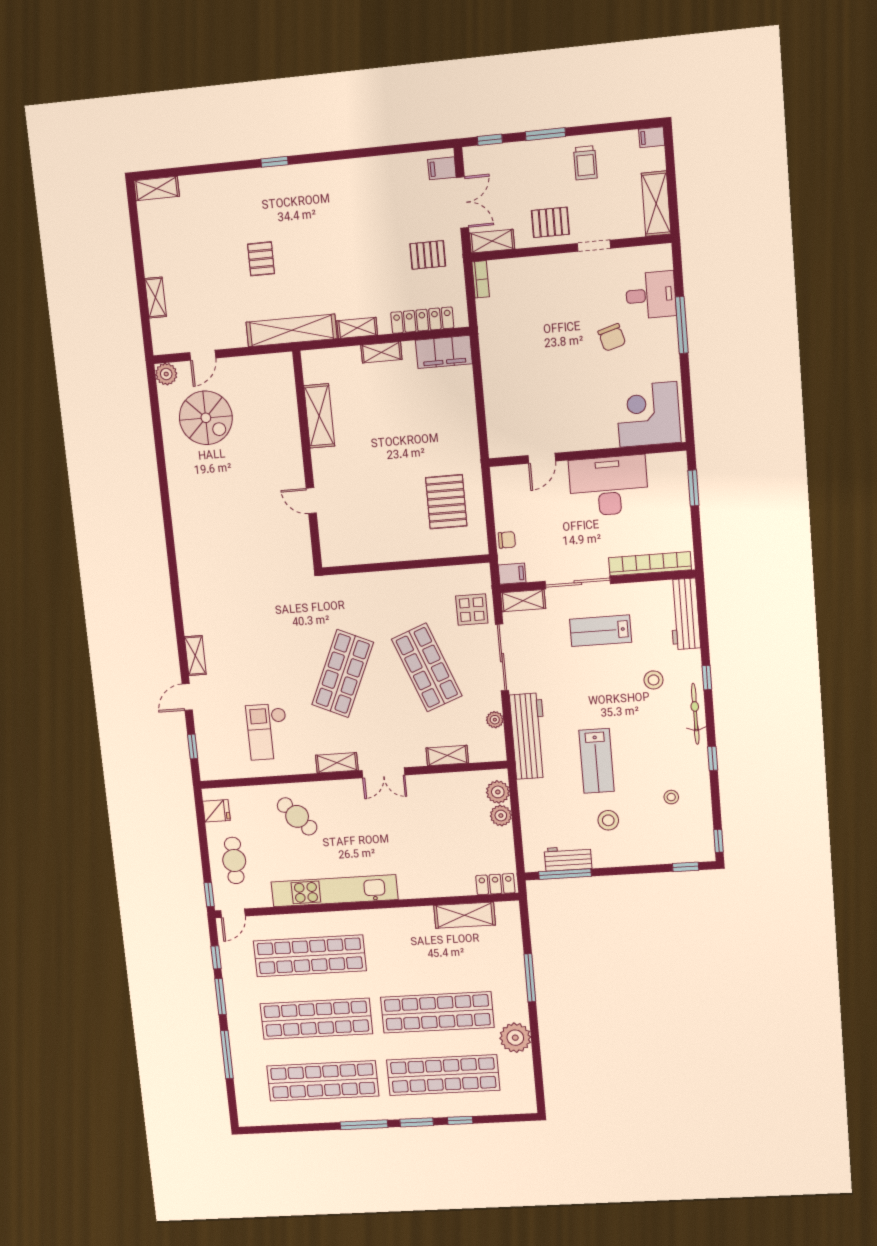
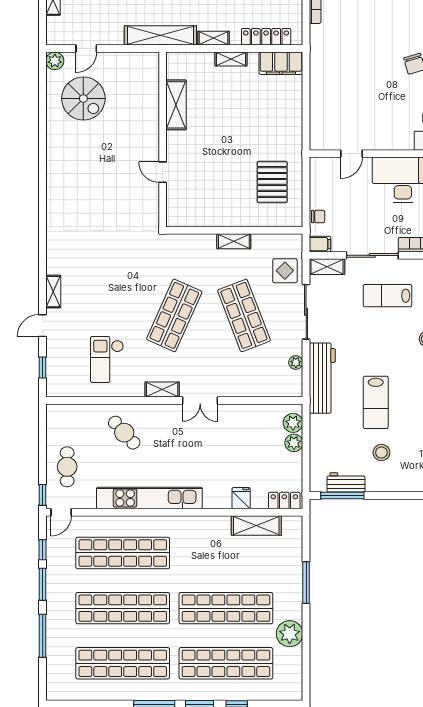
shelving: (447, 755) -> (234, 241), moved
fridge: (216, 811) -> (241, 498), moved, turned -90

